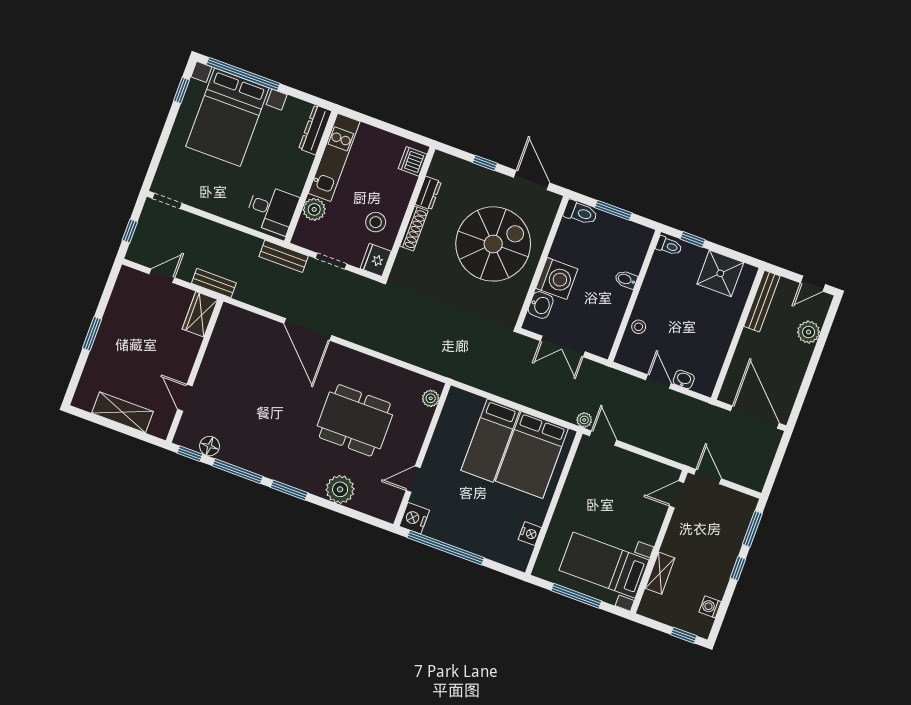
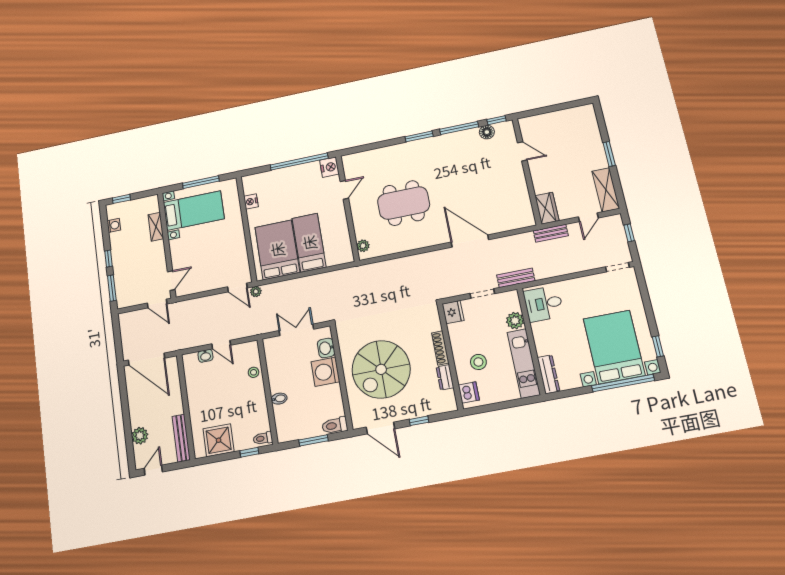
stool: (376, 222) -> (478, 362), moved
shelving: (123, 412) -> (606, 190), moved, turned 90
plant: (340, 489) -> (387, 156), removed

